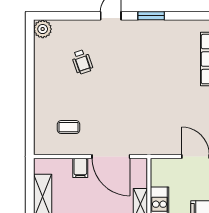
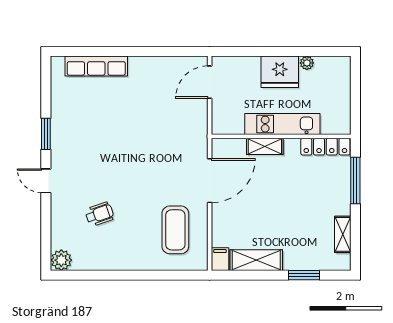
coffee table: (69, 127) -> (175, 230), width x1.86, depth x1.72
filing cabinet: (80, 168) -> (220, 259), moved, turned -90

